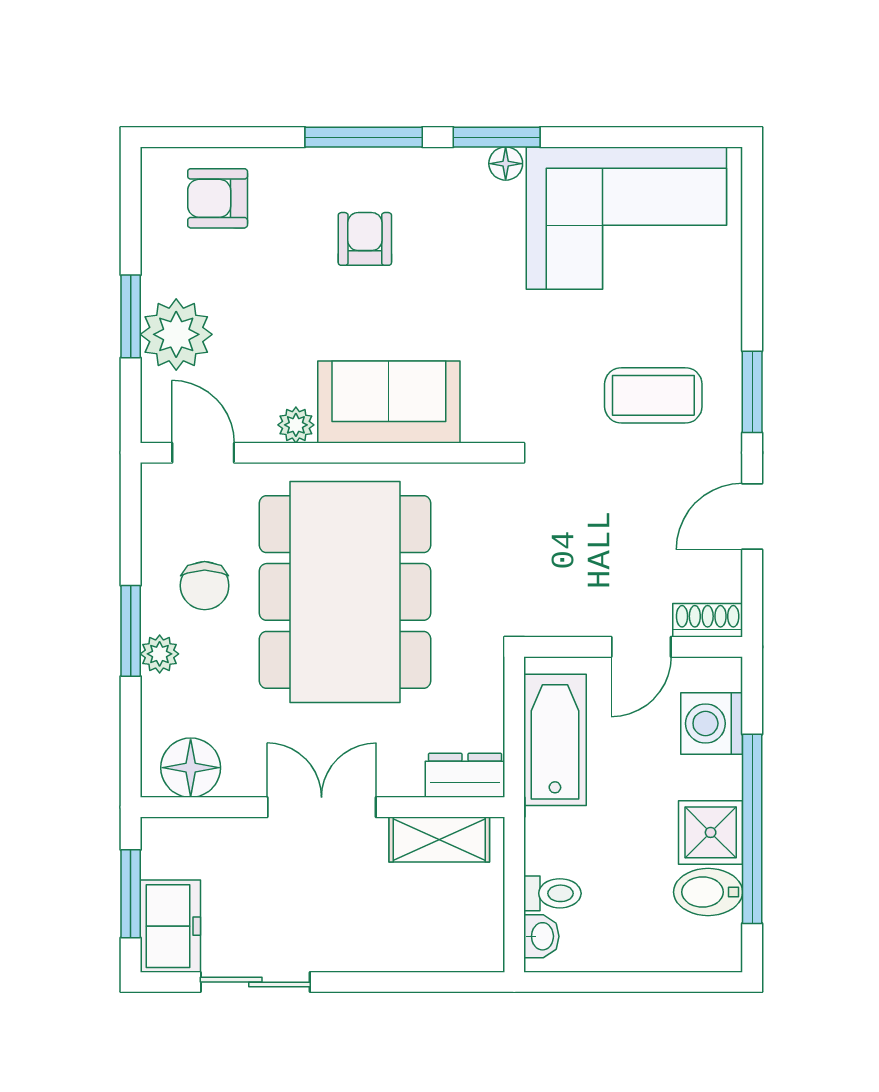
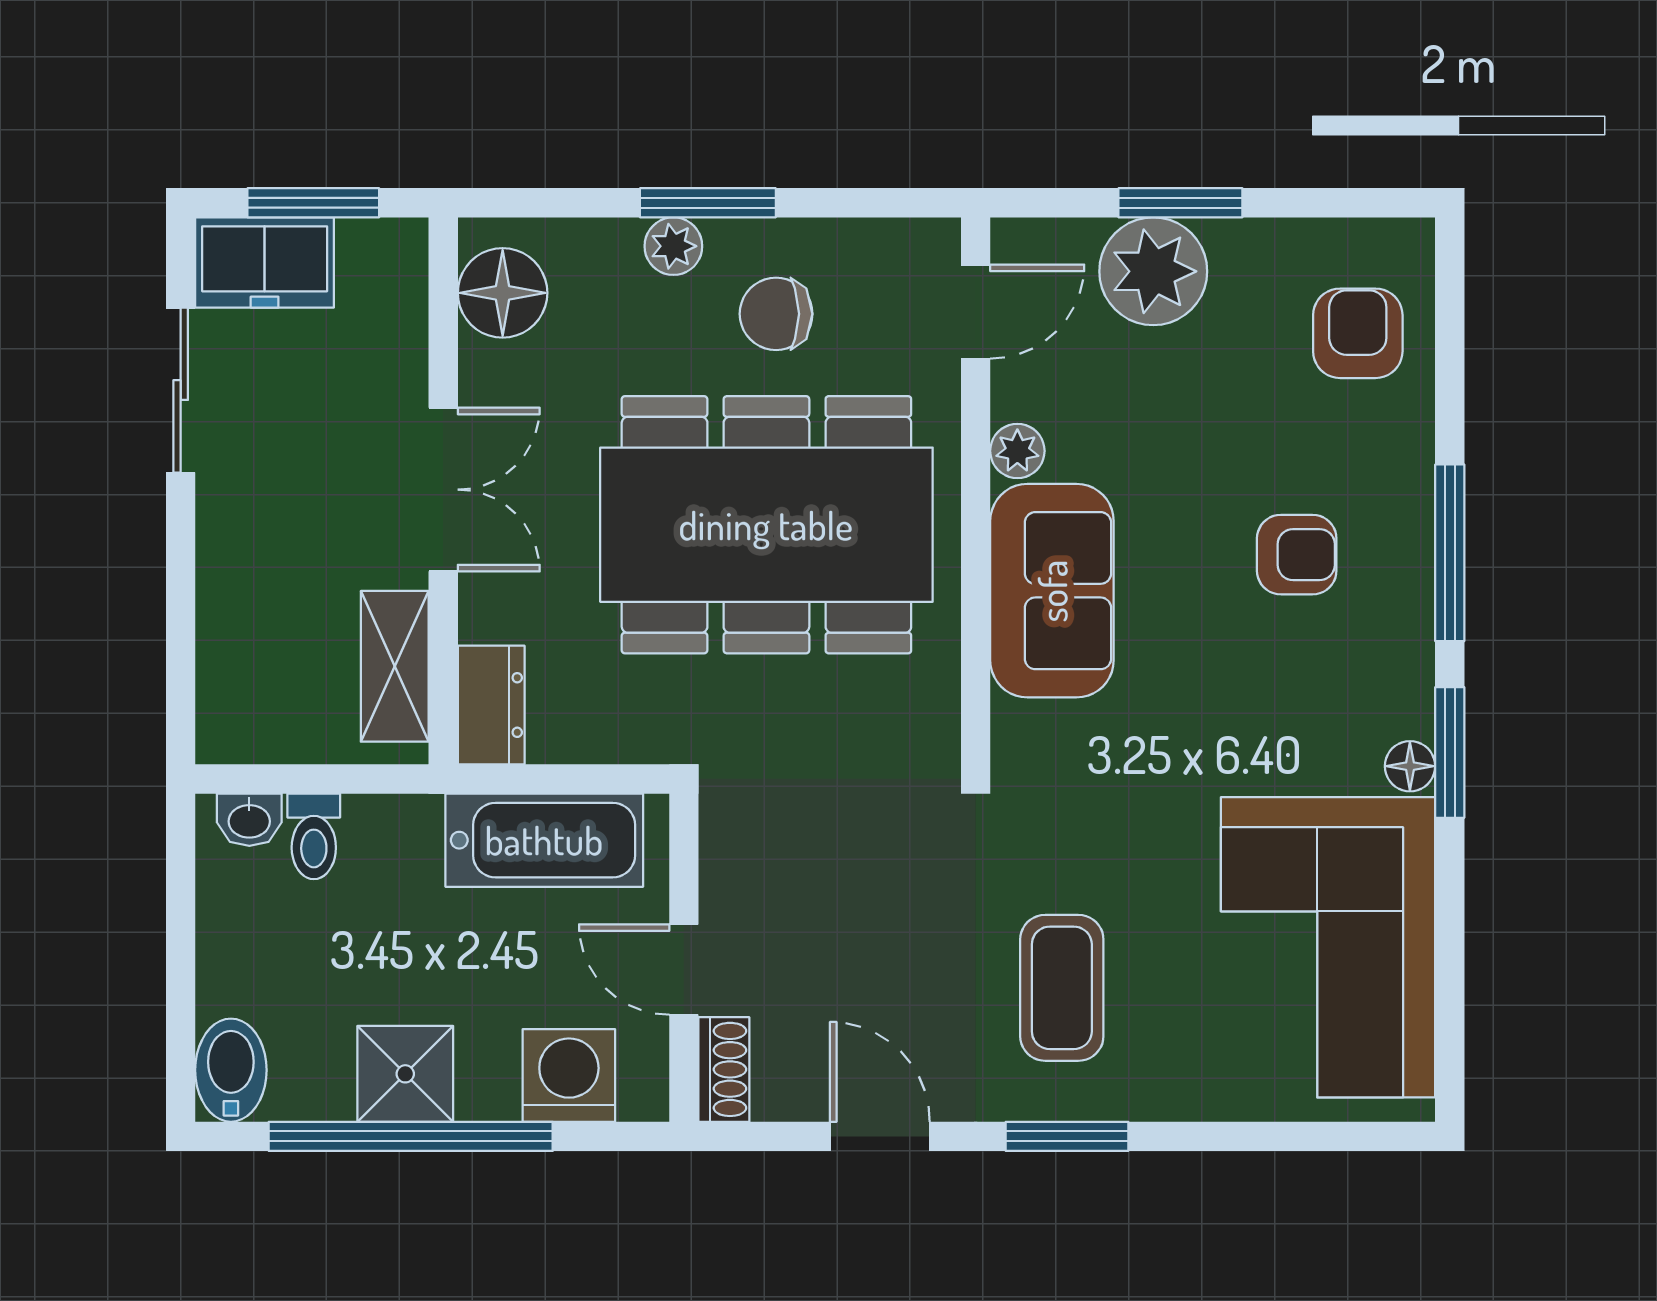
bidet: (708, 892) -> (231, 1070), moved

